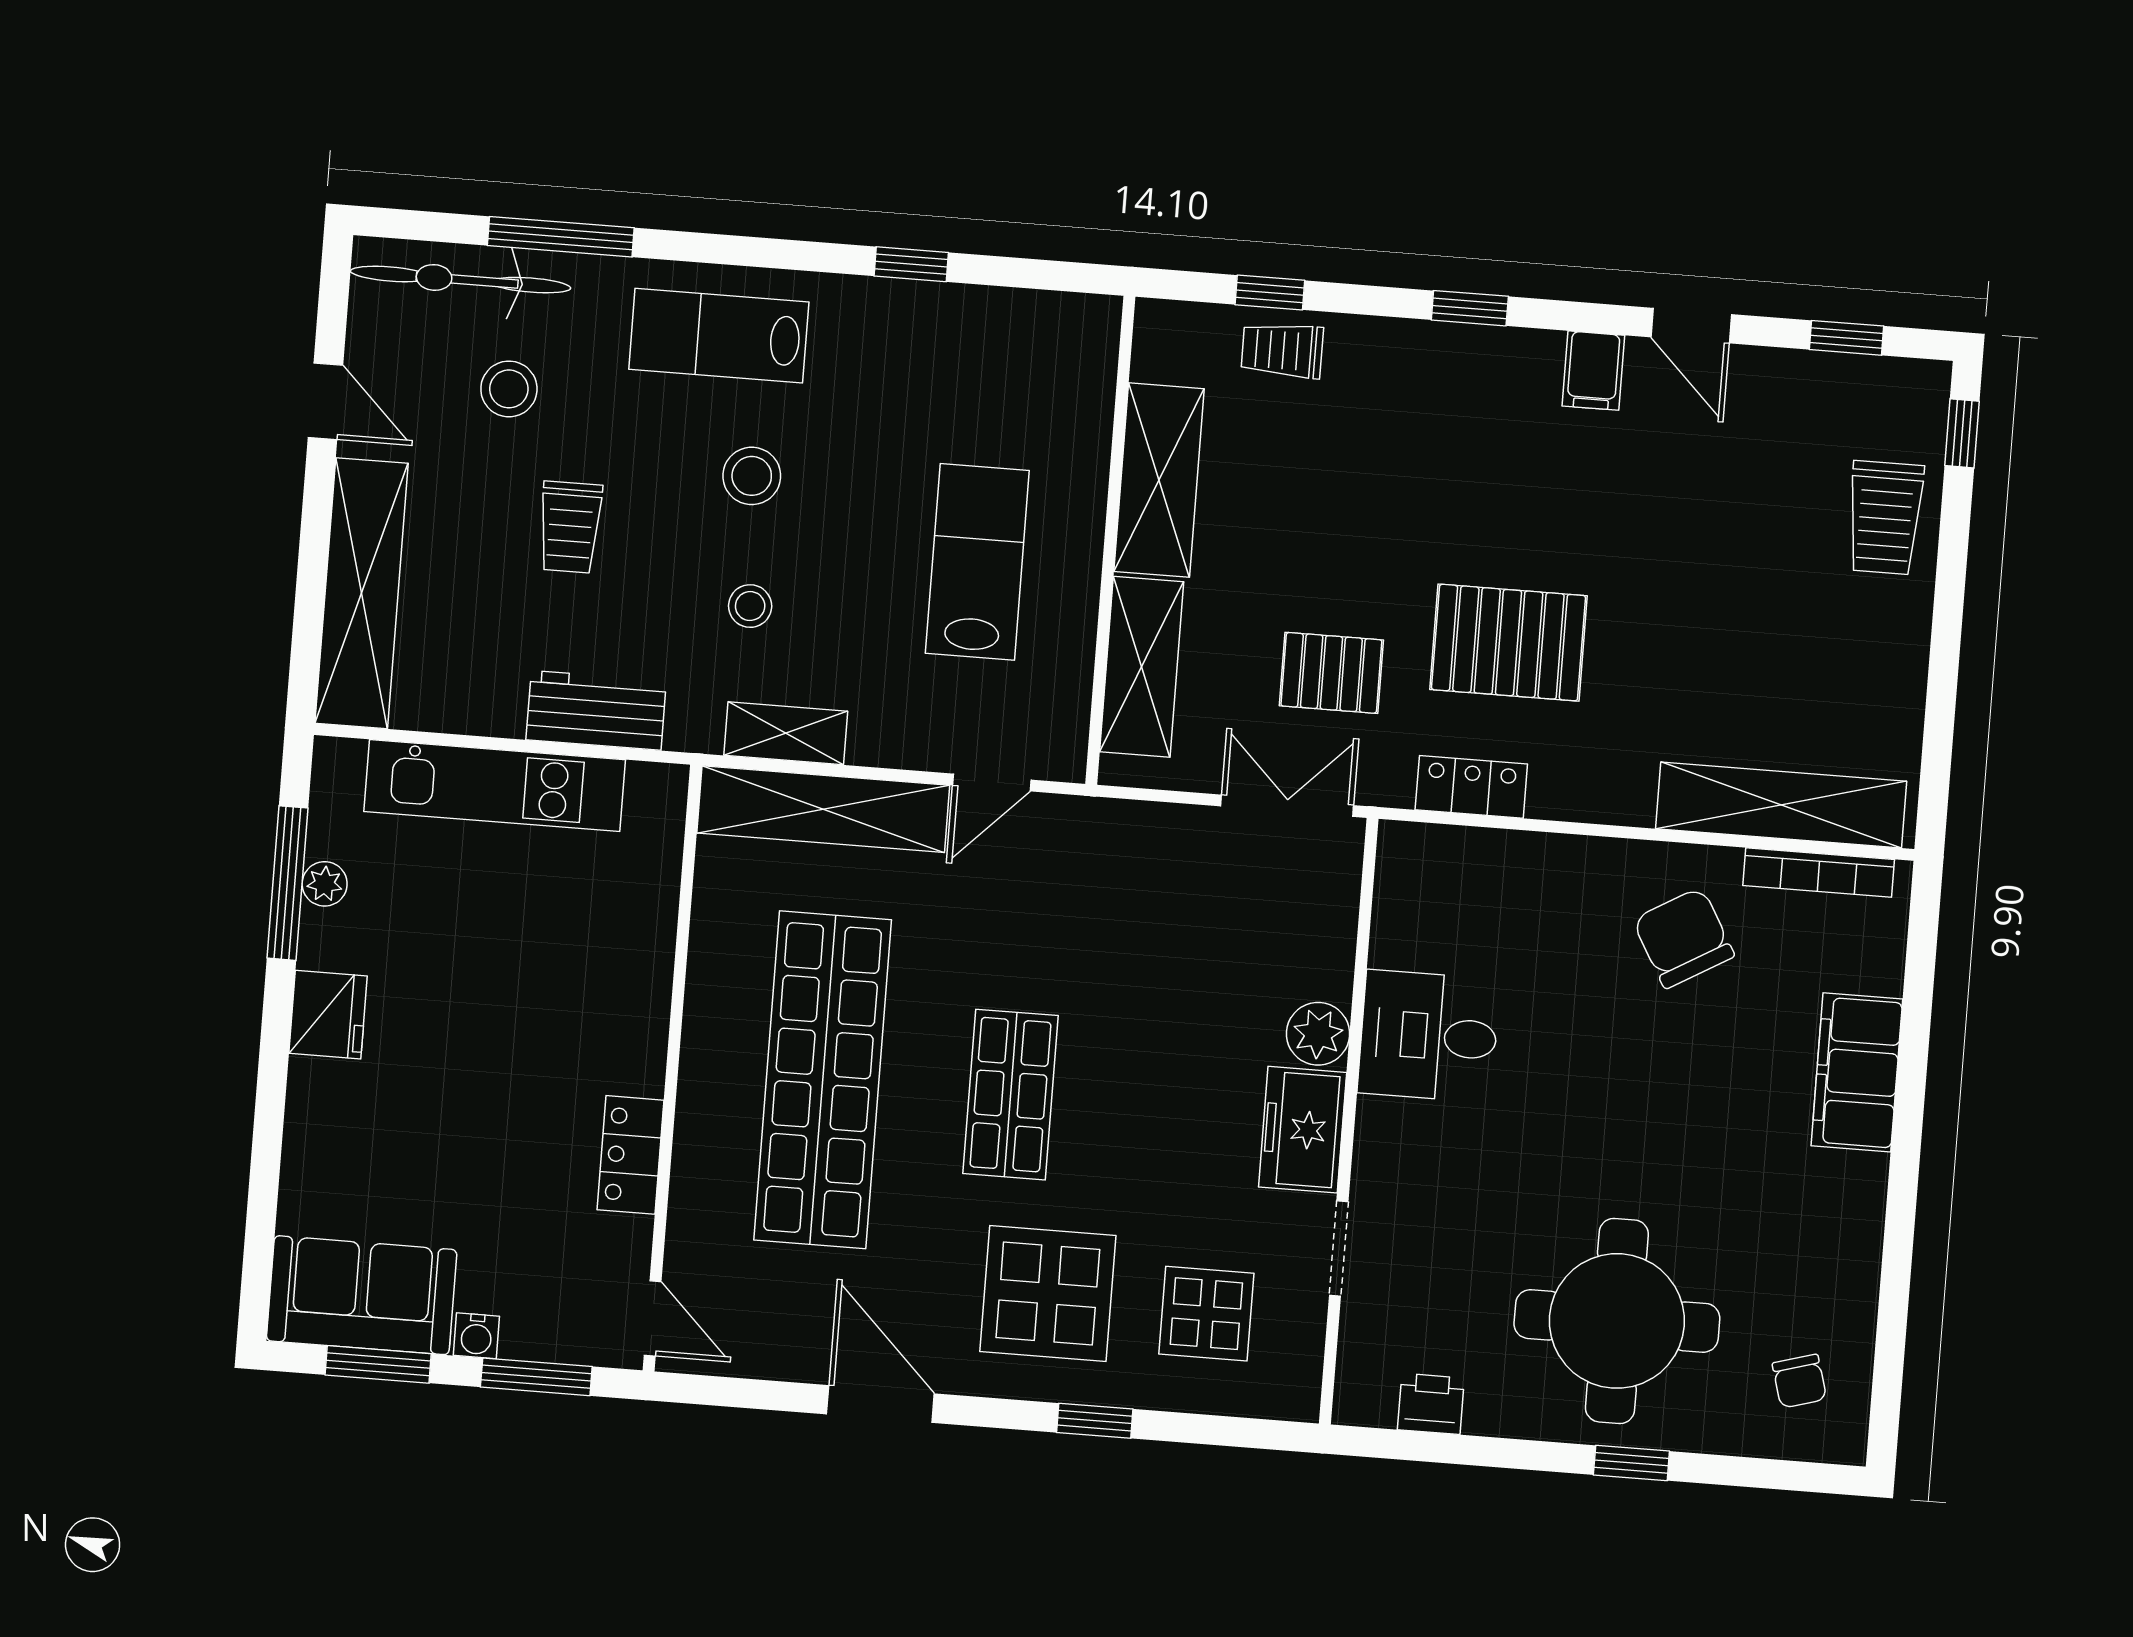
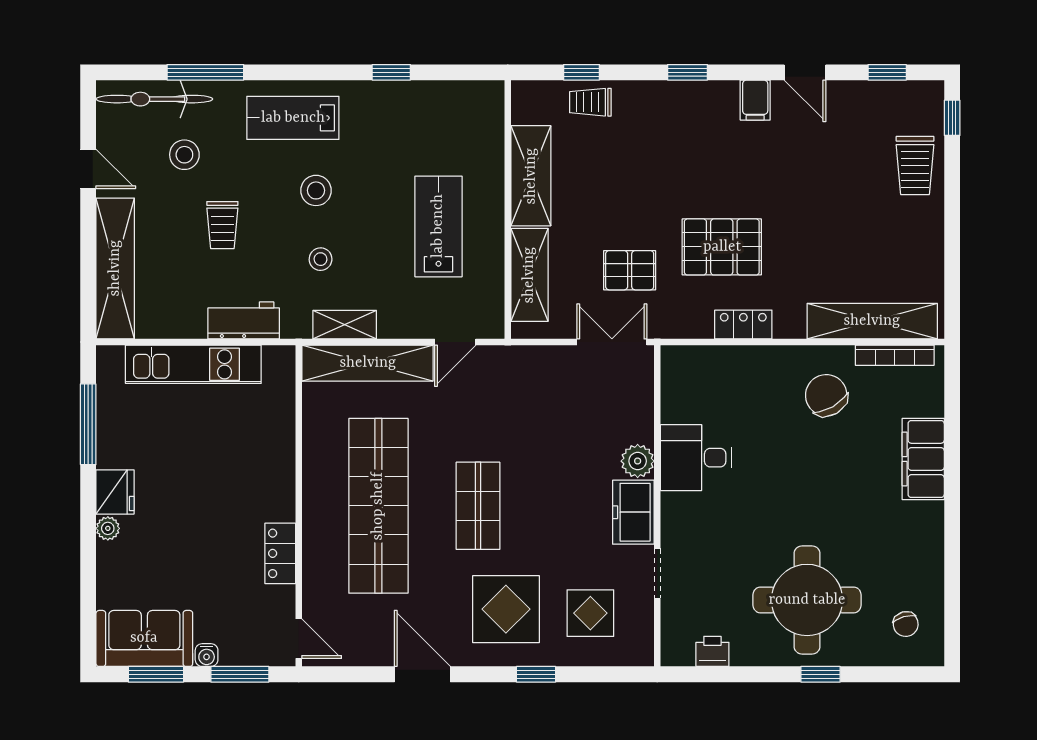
locker: (1471, 787) -> (743, 324), moved
plant: (325, 884) -> (108, 528), moved

